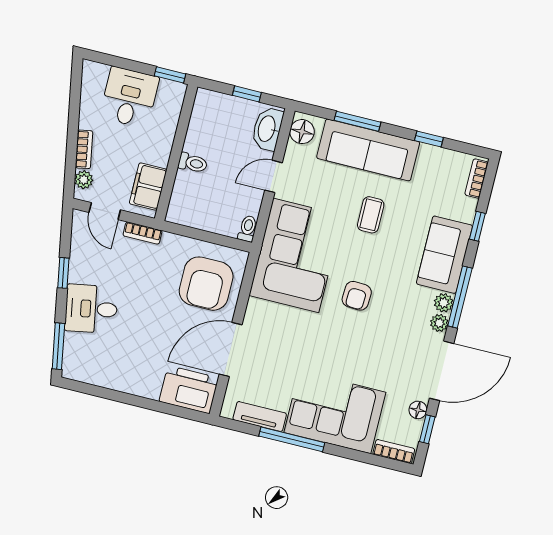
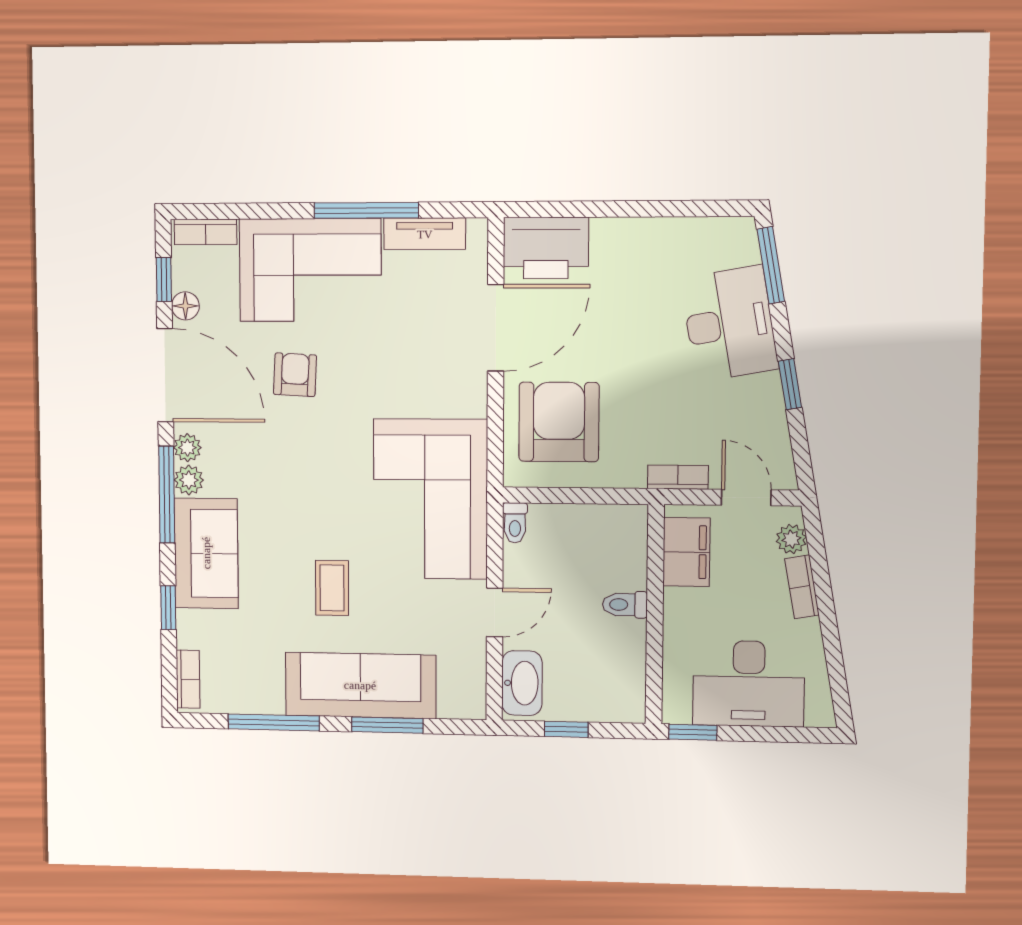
desk: (129, 97) -> (749, 684), width x1.37
floor lamp: (302, 132) -> (468, 691), removed
window: (429, 139) -> (274, 722), width x2.17
armchair: (357, 296) -> (295, 375), moved
desk: (91, 309) -> (729, 324), width x1.37
door: (442, 371) -> (165, 375), swing flipped

